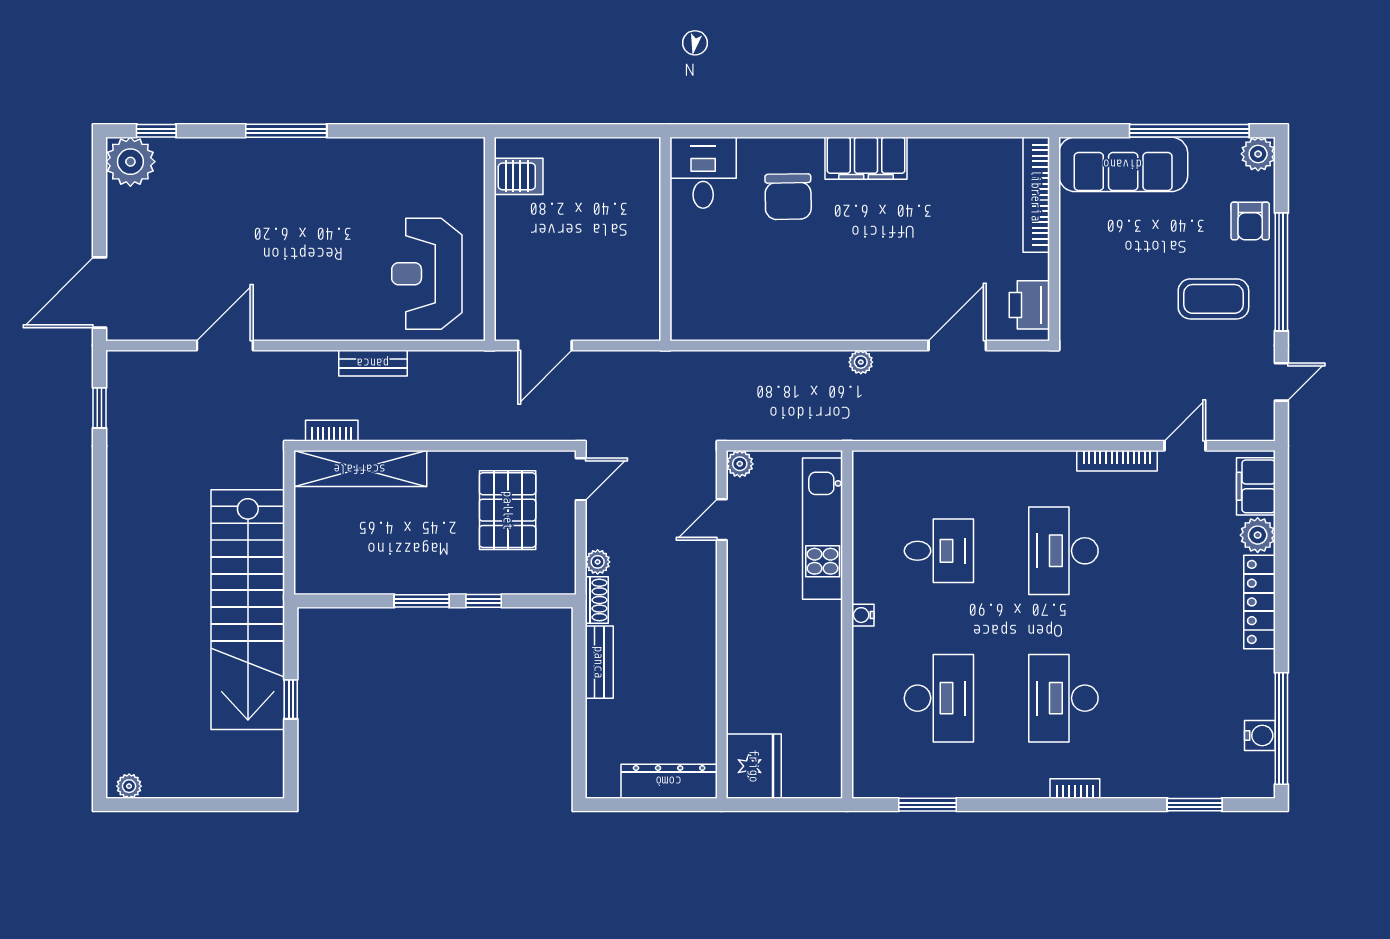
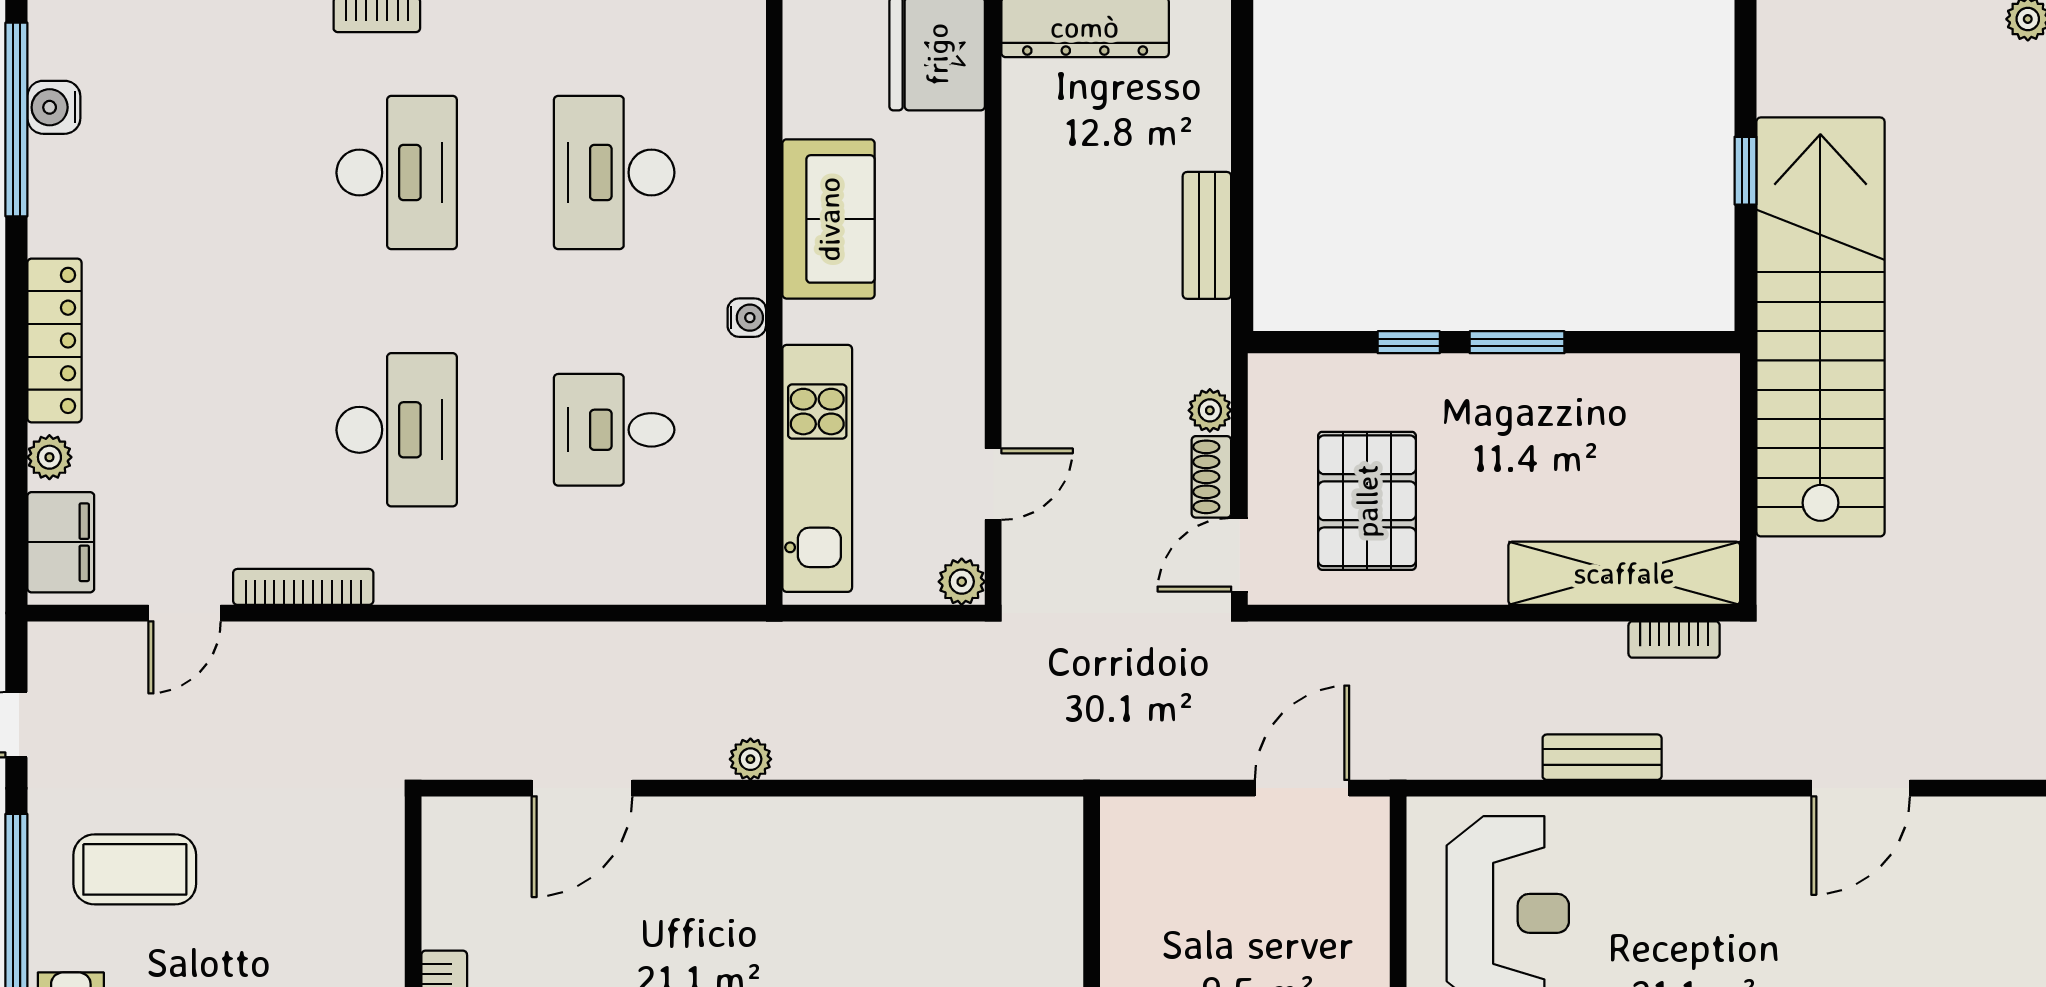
printer: (1029, 305) -> (456, 859), removed
plant: (1258, 535) -> (49, 457), width x0.73, depth x0.73
shoe rack: (597, 600) -> (1211, 477), moved
sofa: (816, 672) -> (829, 219), added

